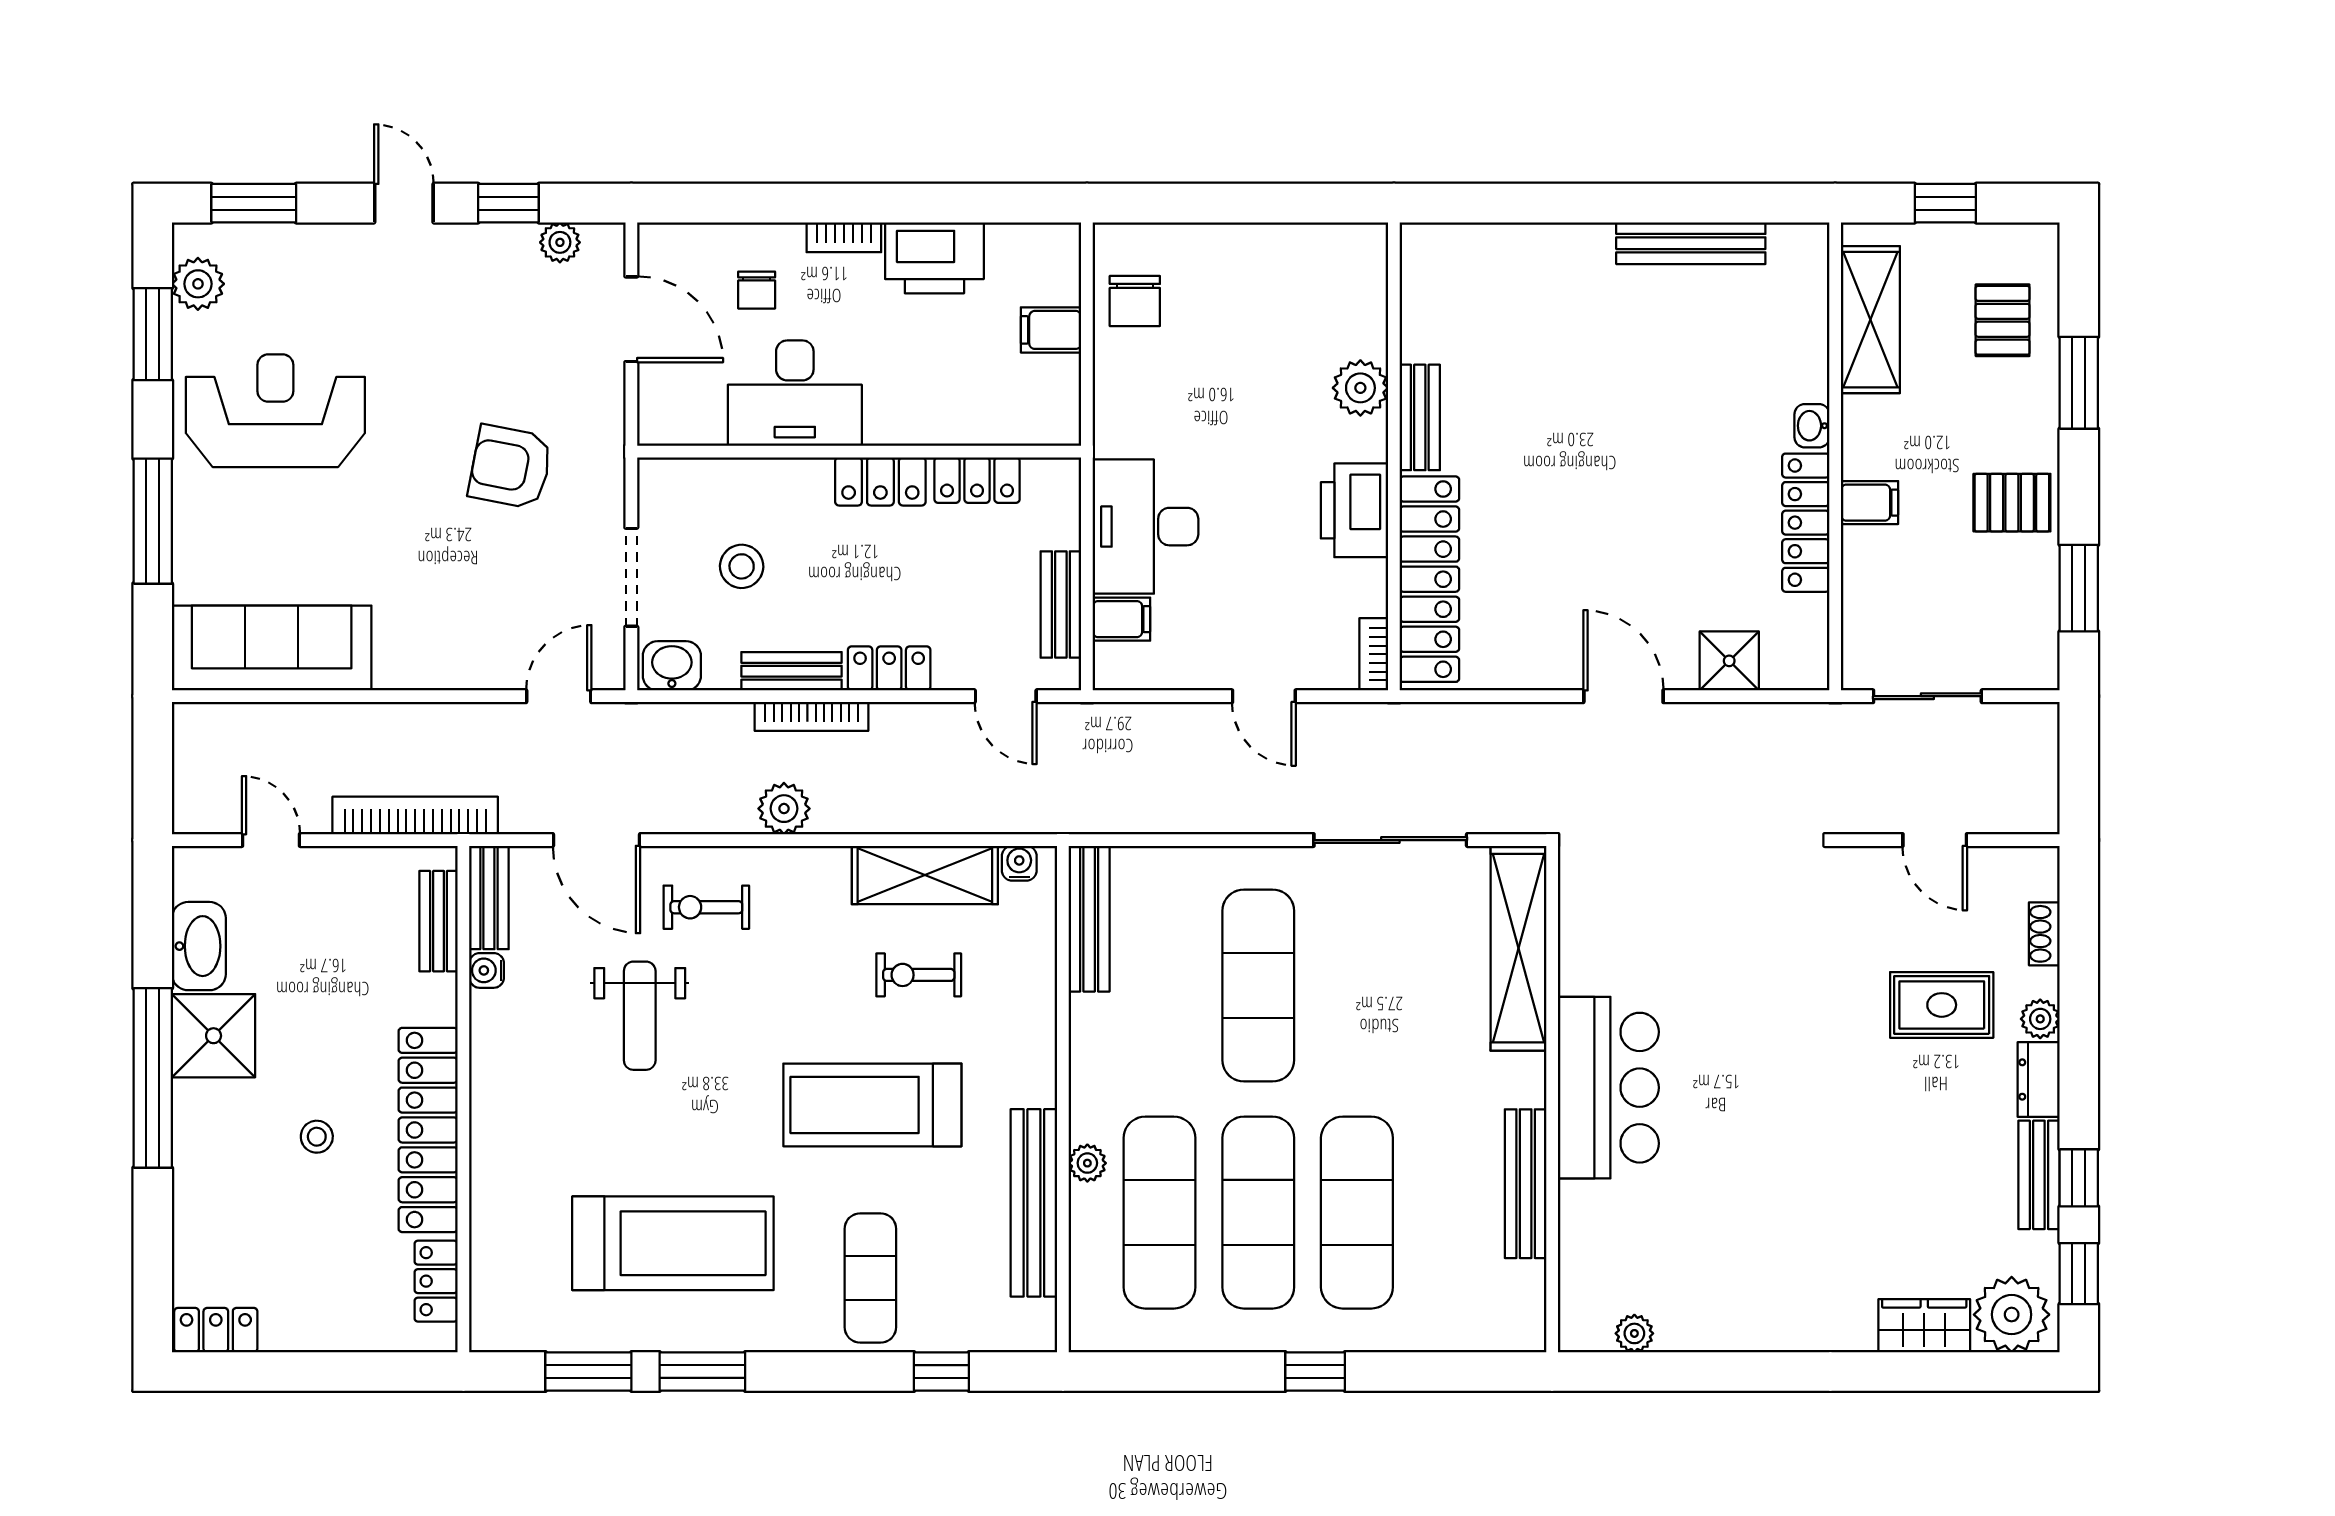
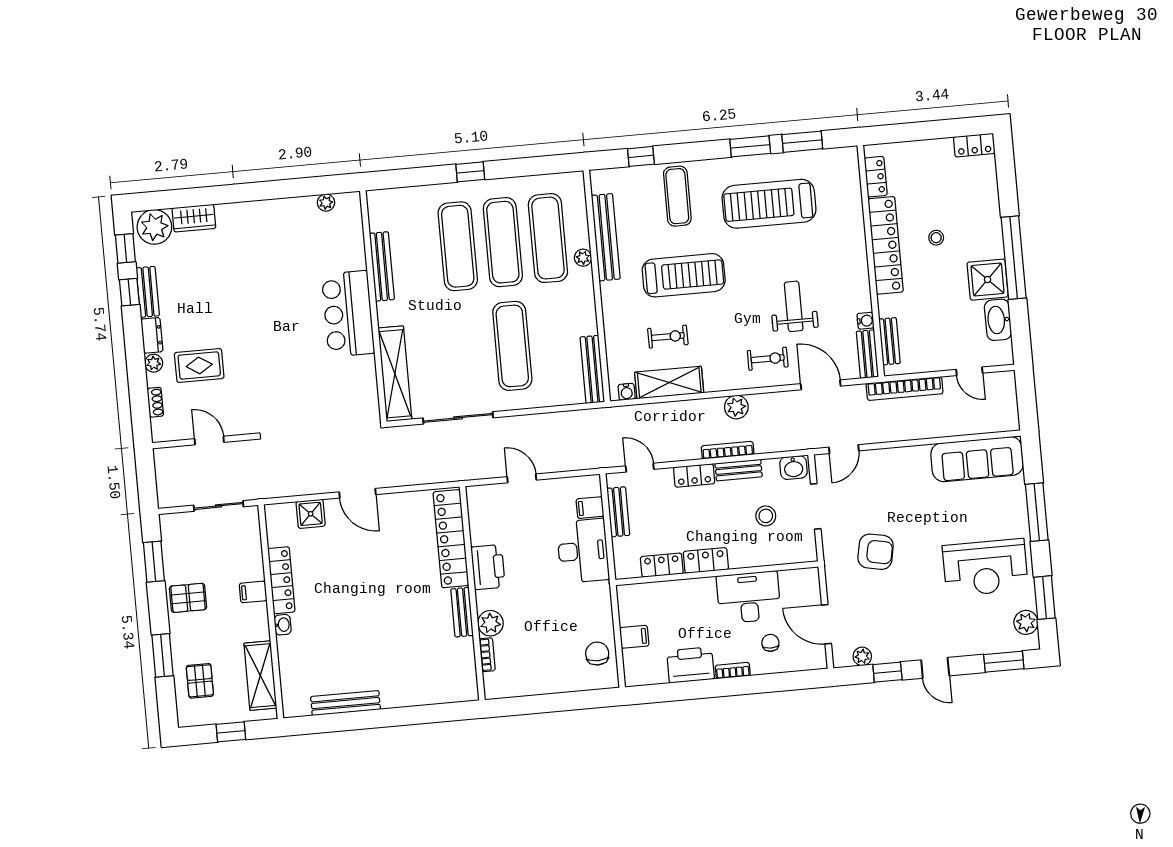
bookcase: (1374, 654) -> (487, 655), moved

